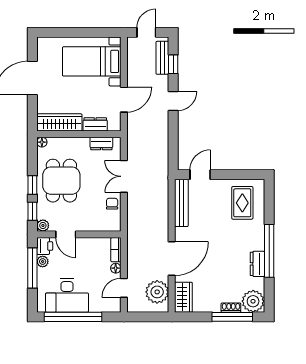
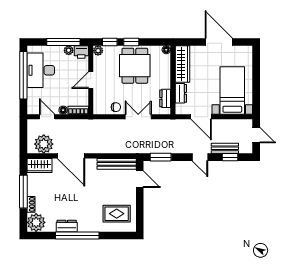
bench: (162, 58) -> (225, 148), moved
window: (173, 149) -> (161, 157), added
dining table: (61, 181) -> (135, 66), turned 90
door: (66, 234) -> (91, 80), moved
window: (232, 317) -> (23, 192), moved

